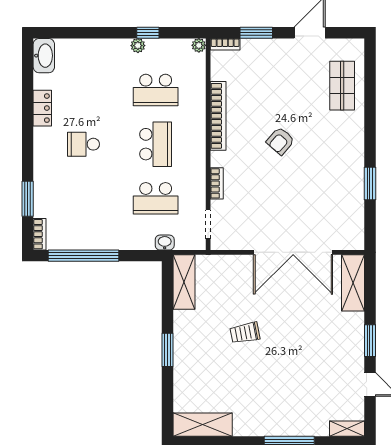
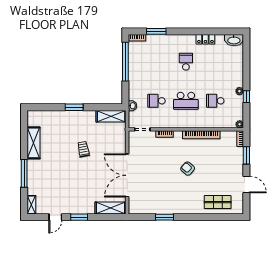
school desk: (156, 90) -> (215, 101), width x0.54
school desk: (156, 198) -> (156, 101), width x0.54
shelving: (203, 425) -> (34, 143), moved

